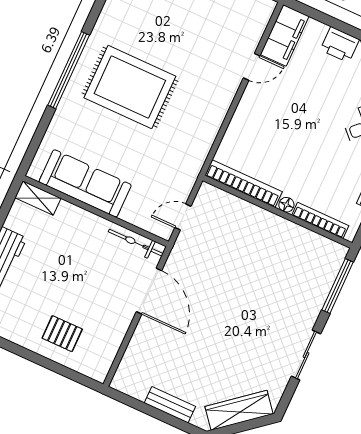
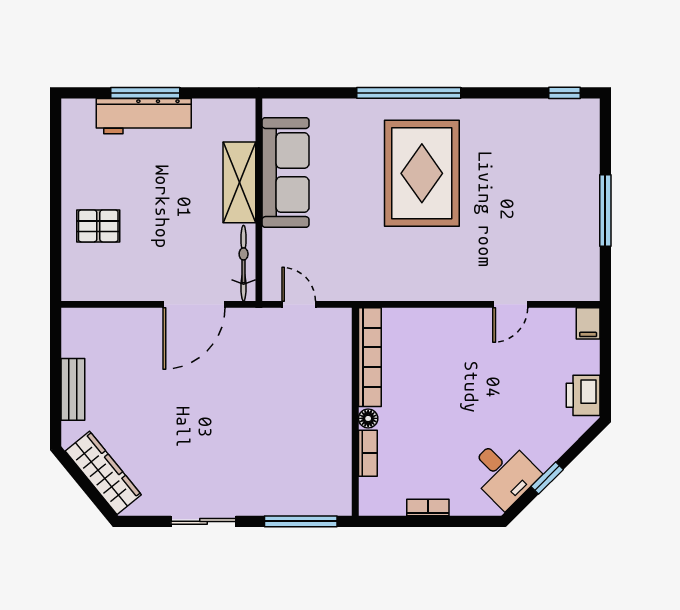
filing cabinet: (285, 35) -> (588, 323), width x0.33, depth x0.86
door: (252, 67) -> (510, 304), hinge flipped
shelving: (38, 198) -> (239, 182), moved, width x1.50, depth x1.33
bookcase: (320, 220) -> (368, 453), width x0.64
pallet: (62, 334) -> (98, 226), turned 90

